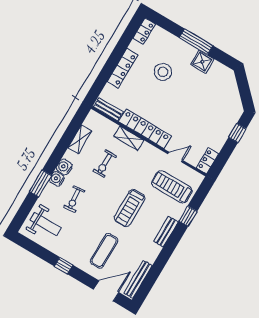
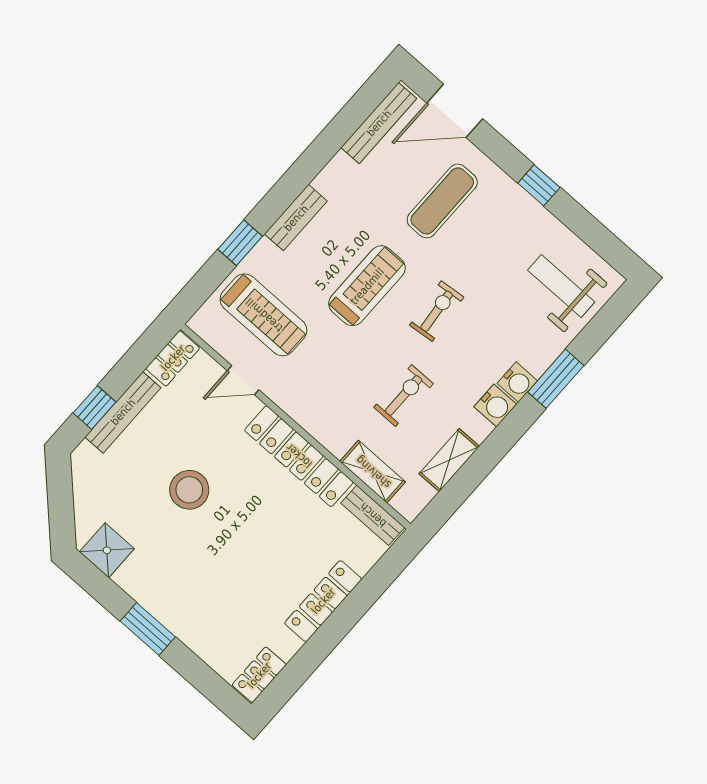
window: (196, 42) -> (148, 629), width x0.69
shower: (202, 62) -> (107, 550), moved
stool: (163, 72) -> (189, 490), moved
bench: (225, 133) -> (123, 412), added
shelving: (129, 138) -> (373, 472), moved
exercise bike: (74, 199) -> (437, 311), moved

